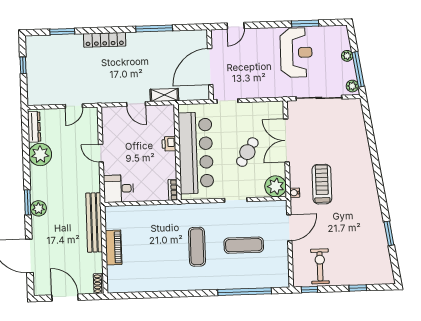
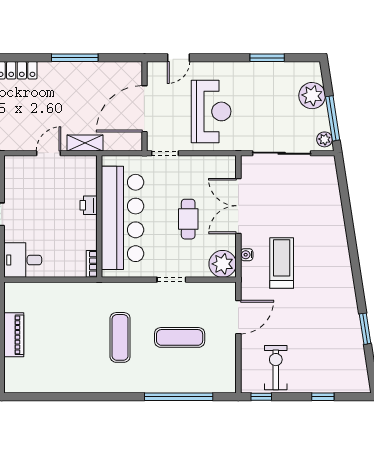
reception desk: (296, 53) -> (211, 111), moved
plant: (347, 56) -> (312, 96), width x1.87, depth x1.87
door: (136, 104) -> (49, 153), swing flipped
cafe table: (247, 152) -> (188, 219), turned -32
water cooler: (295, 193) -> (247, 255), moved

